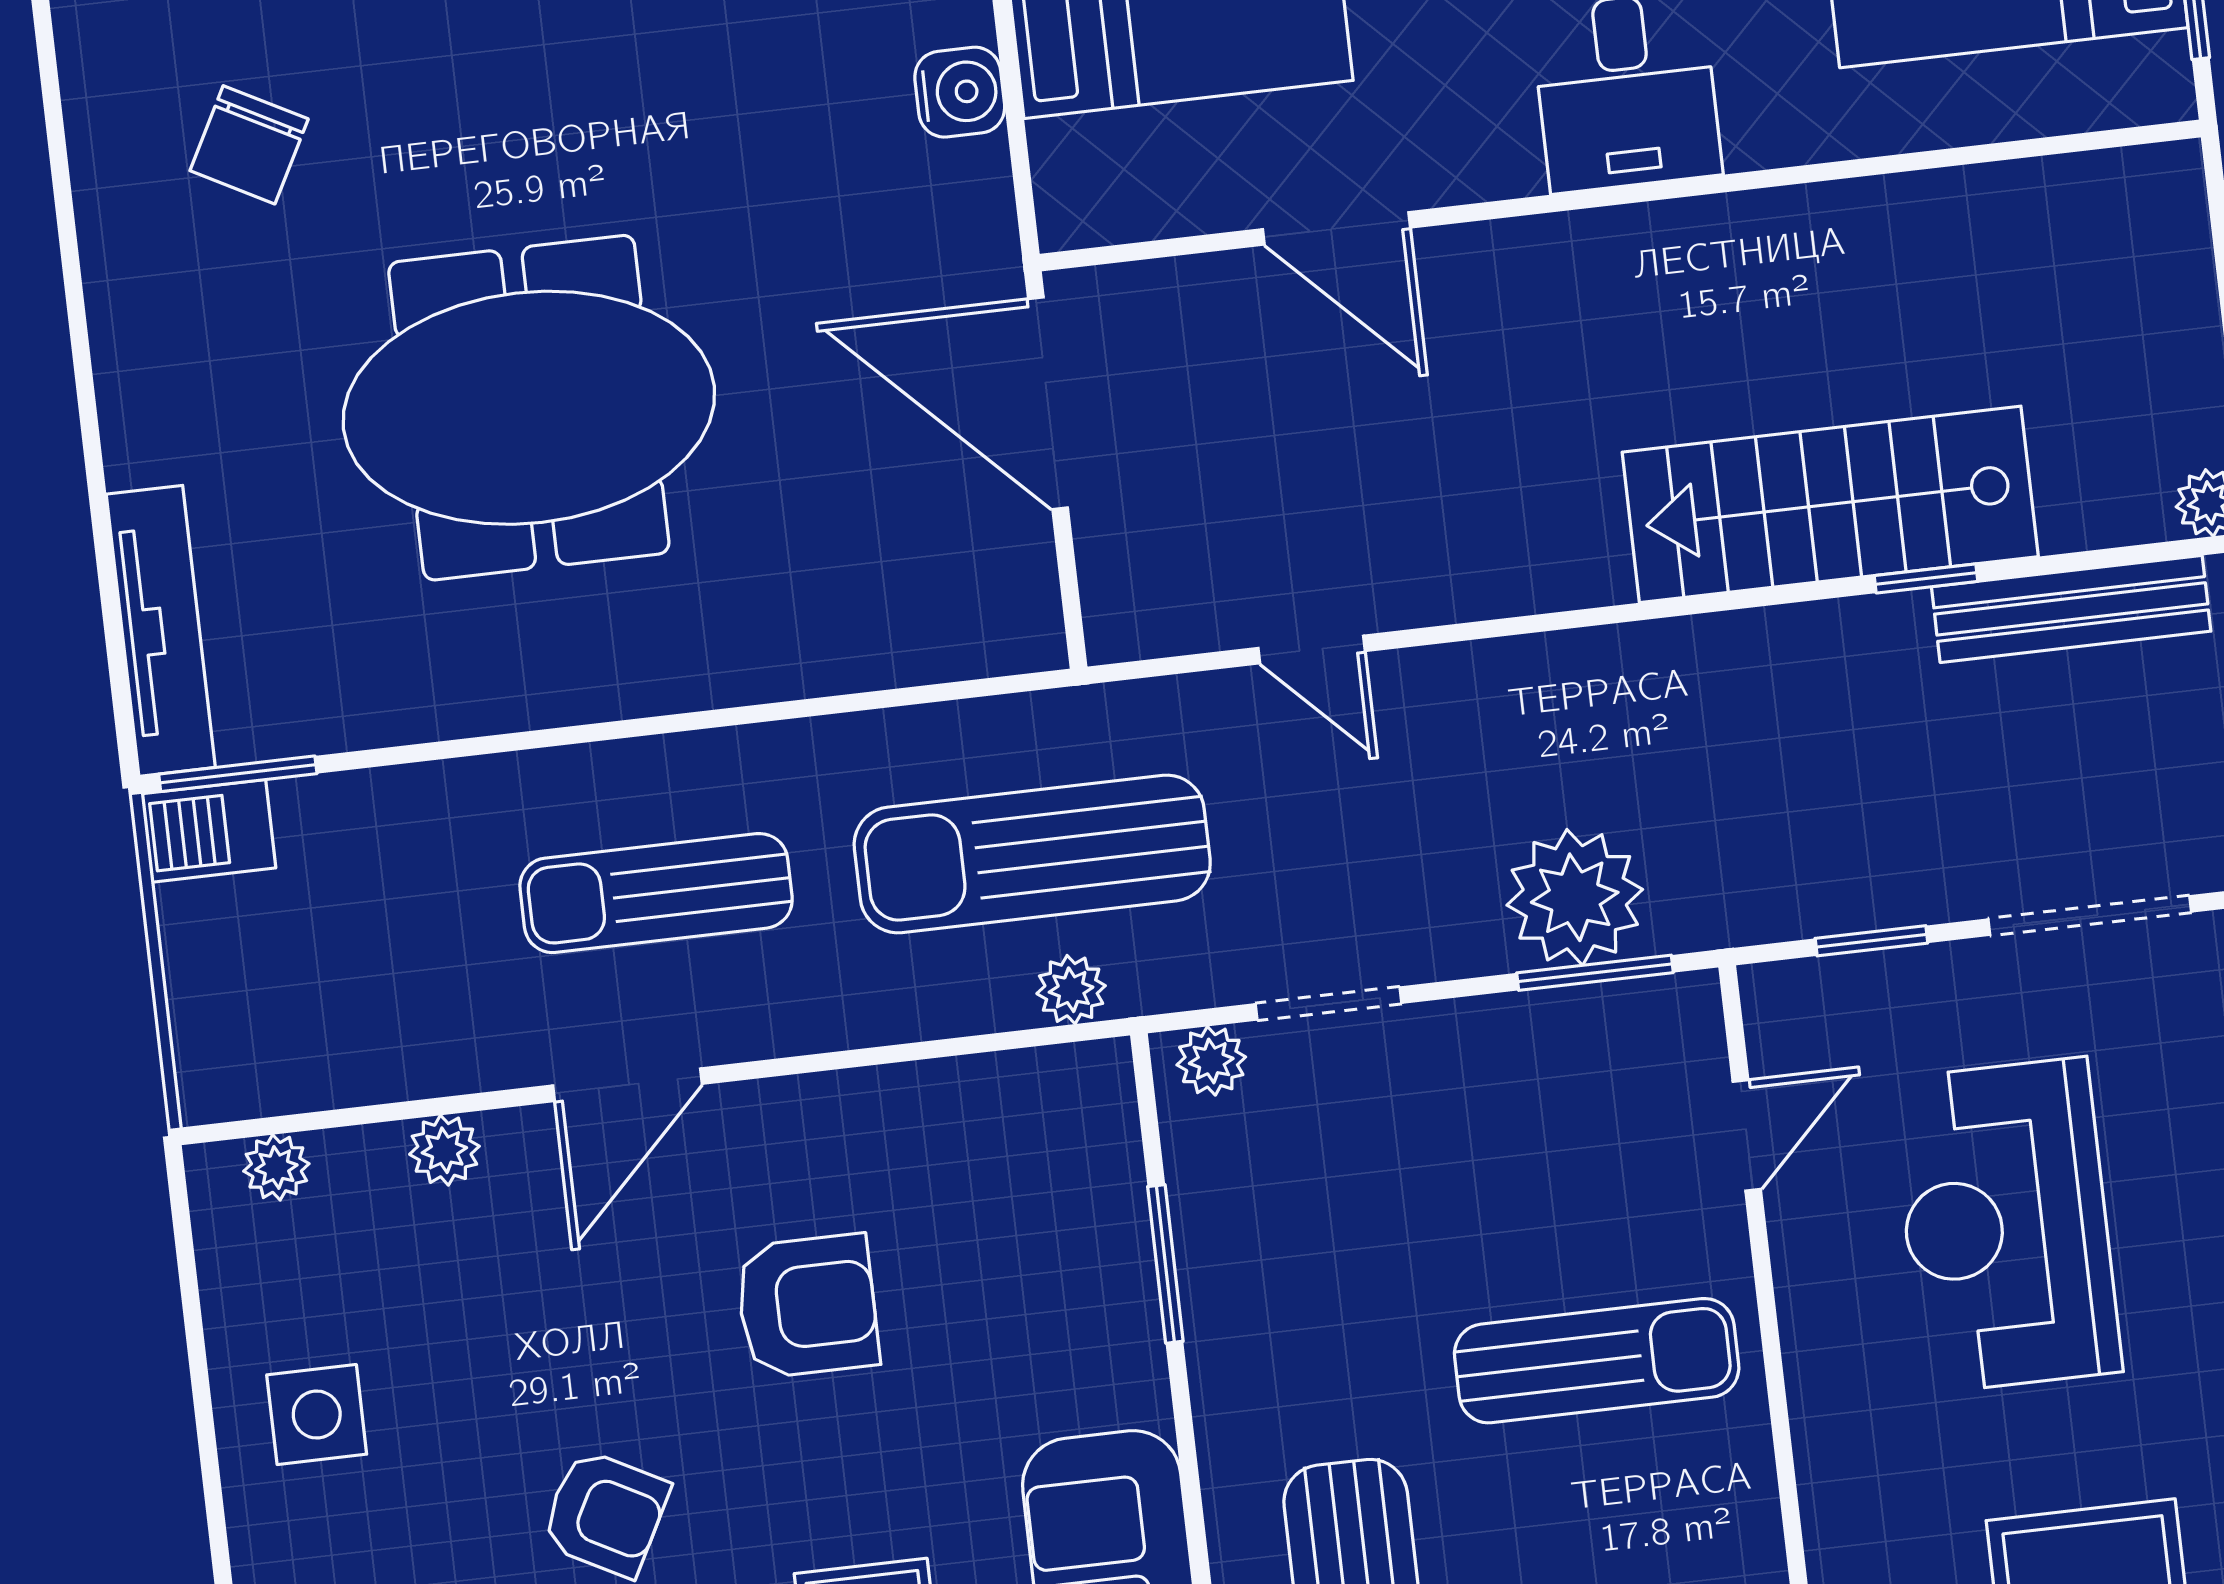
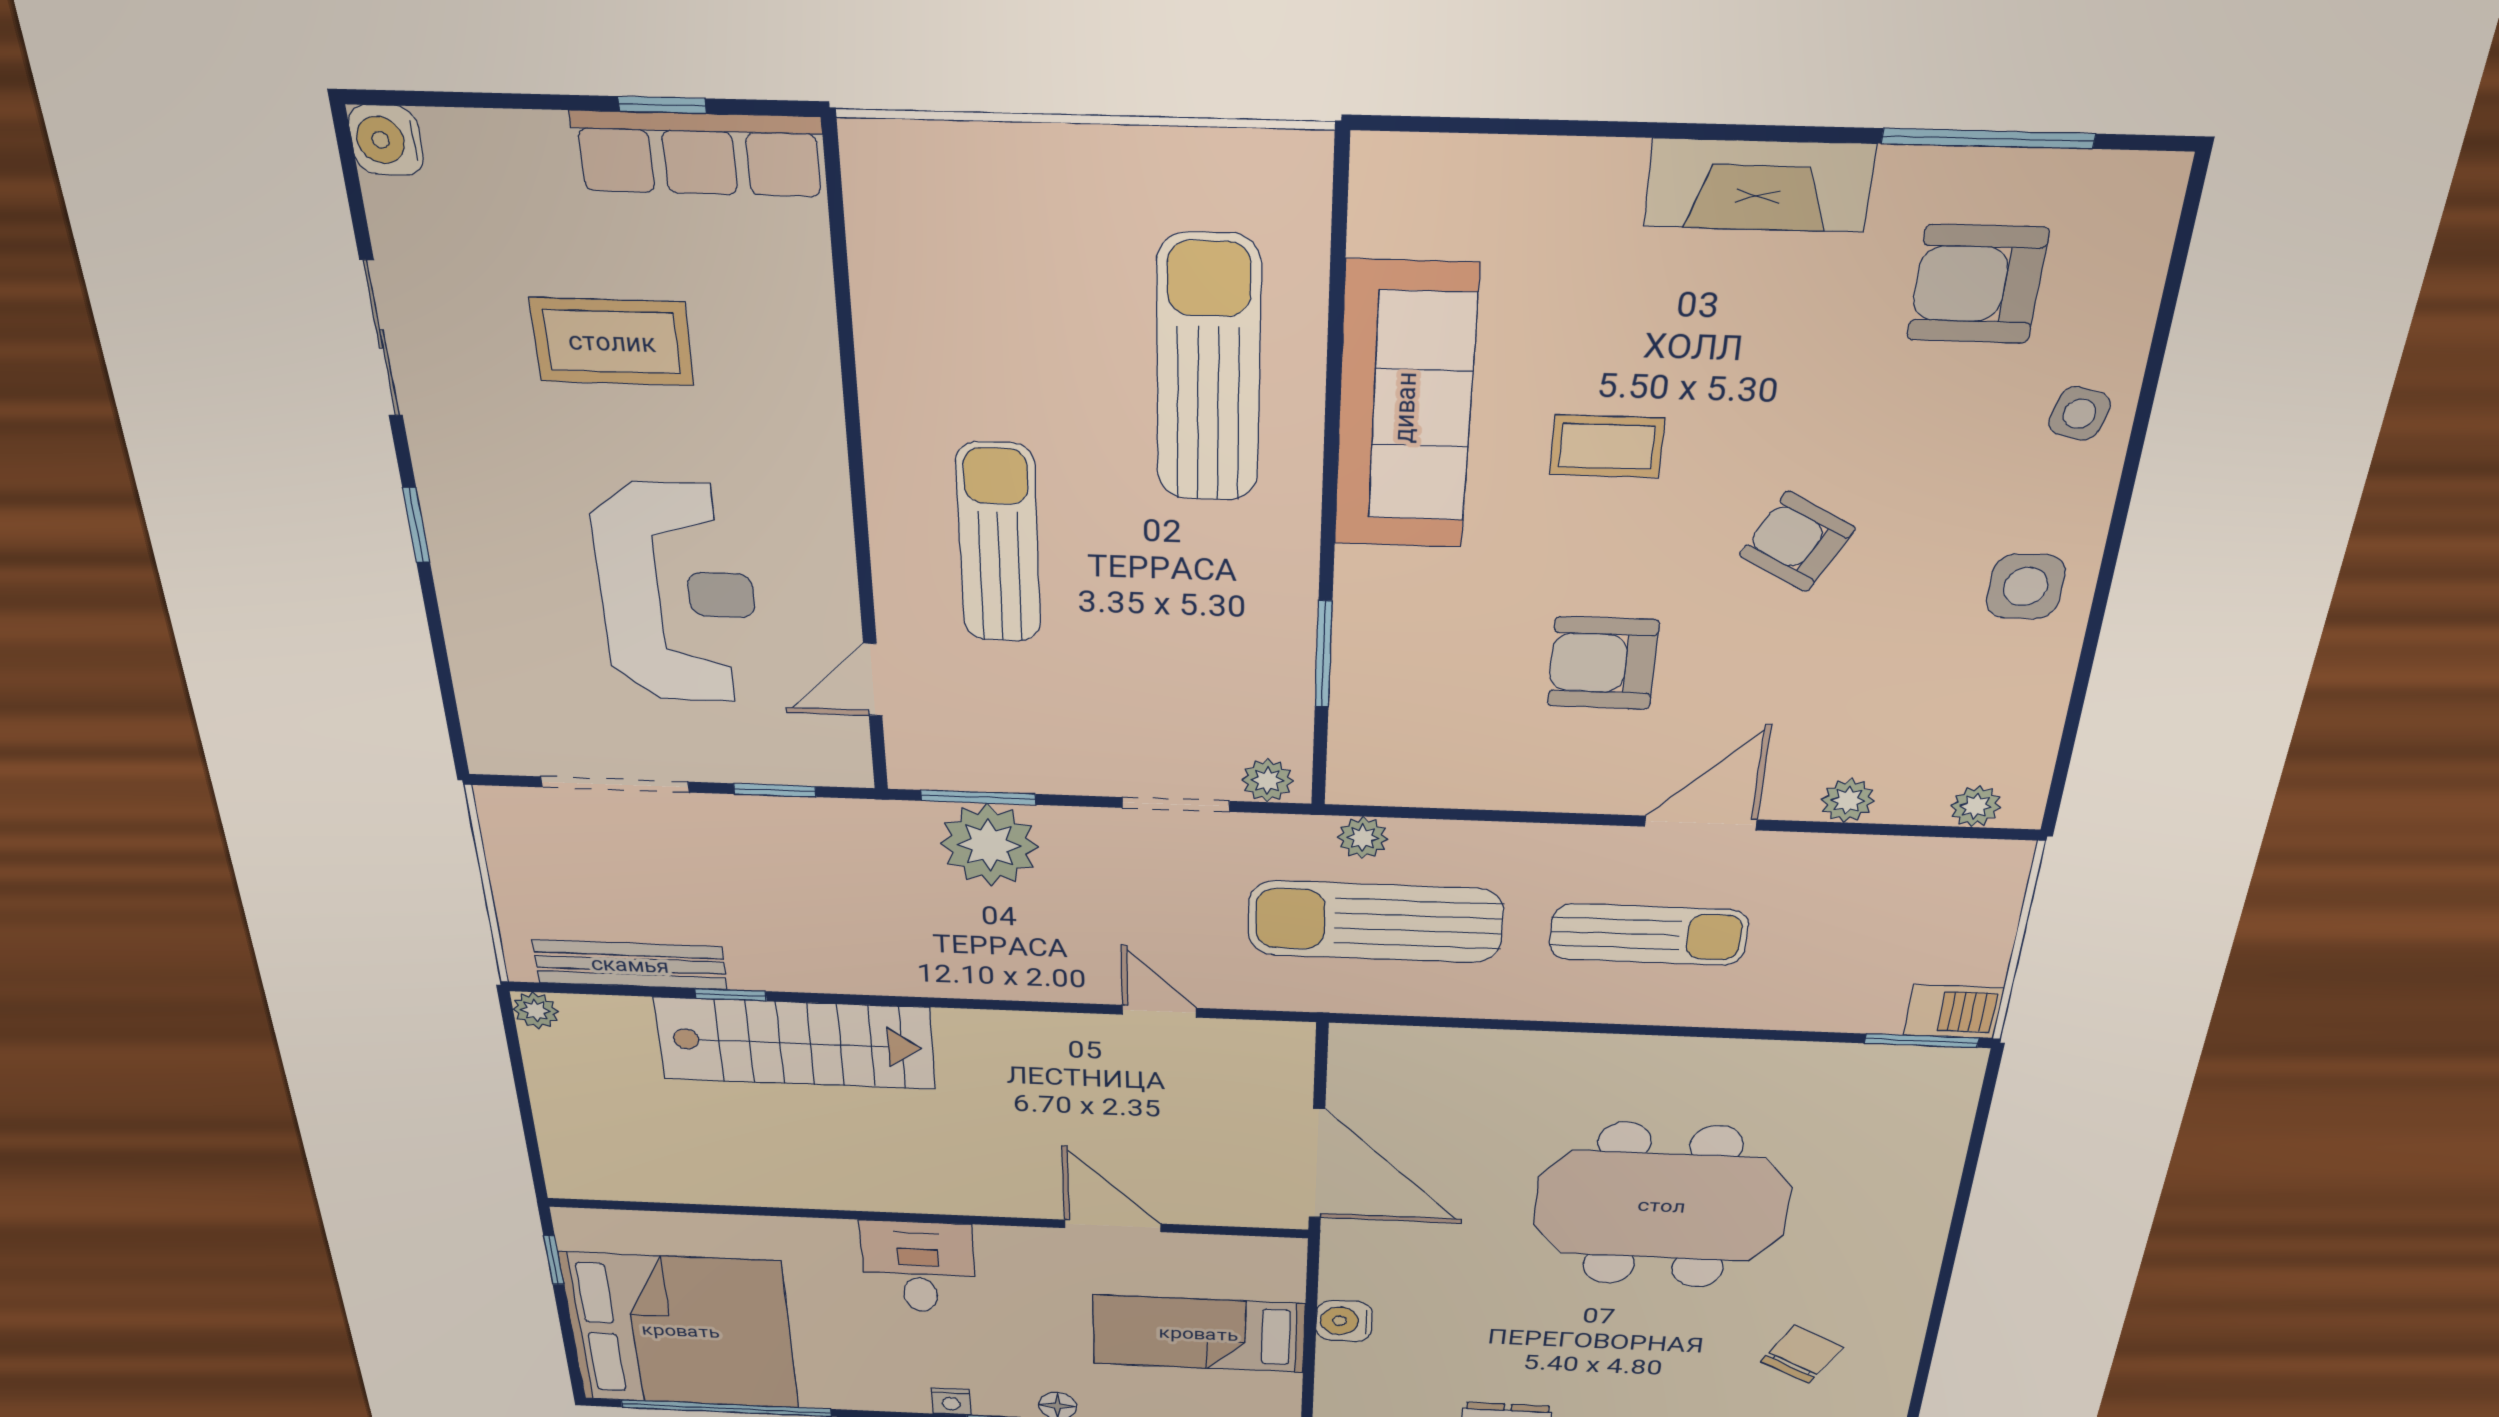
tv unit: (161, 631) -> (1946, 1124), removed
sun lounger: (1032, 854) -> (1375, 922), turned 180
sun lounger: (1597, 1361) -> (999, 543), turned 90
side table: (317, 1415) -> (2026, 587), moved

